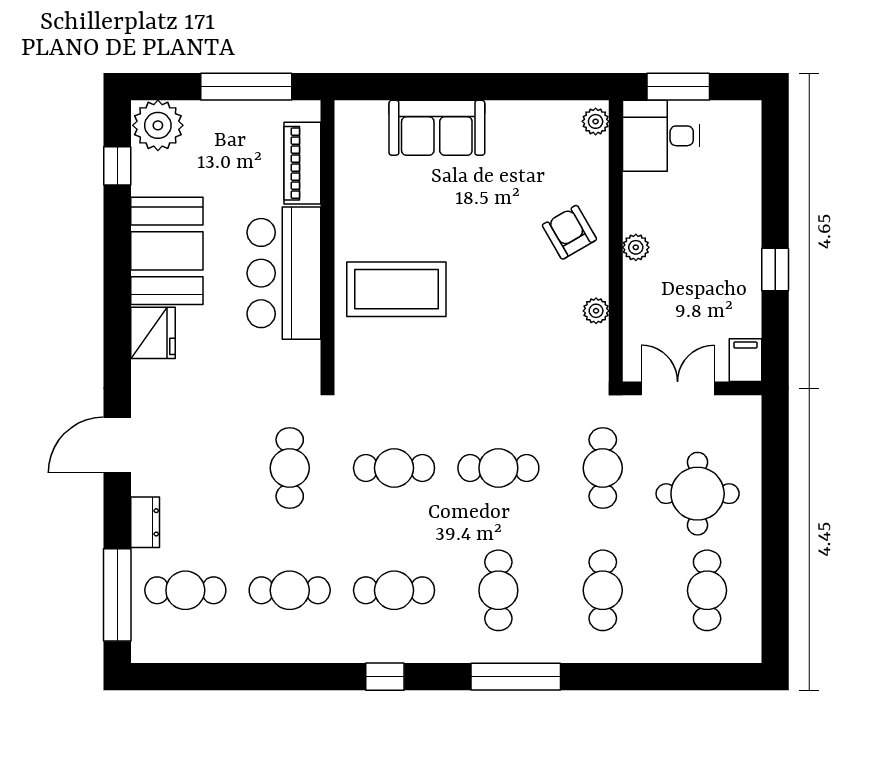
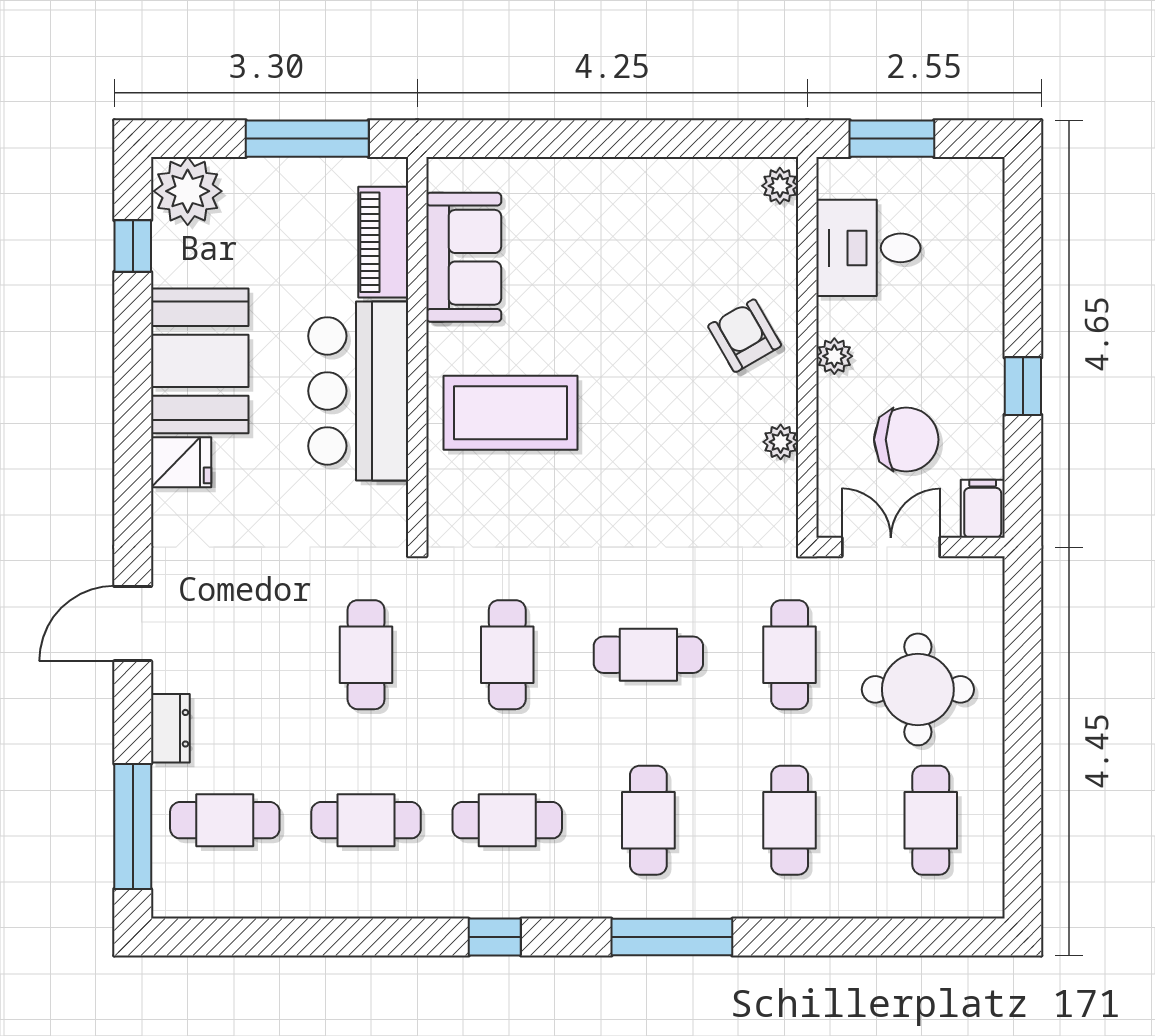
sofa: (437, 128) -> (464, 257), moved, turned -90
desk: (661, 136) -> (868, 248), moved
chair: (689, 309) -> (906, 440), added
fridge: (153, 333) -> (181, 462), width x0.72
cafe table: (394, 468) -> (507, 655), turned 90

